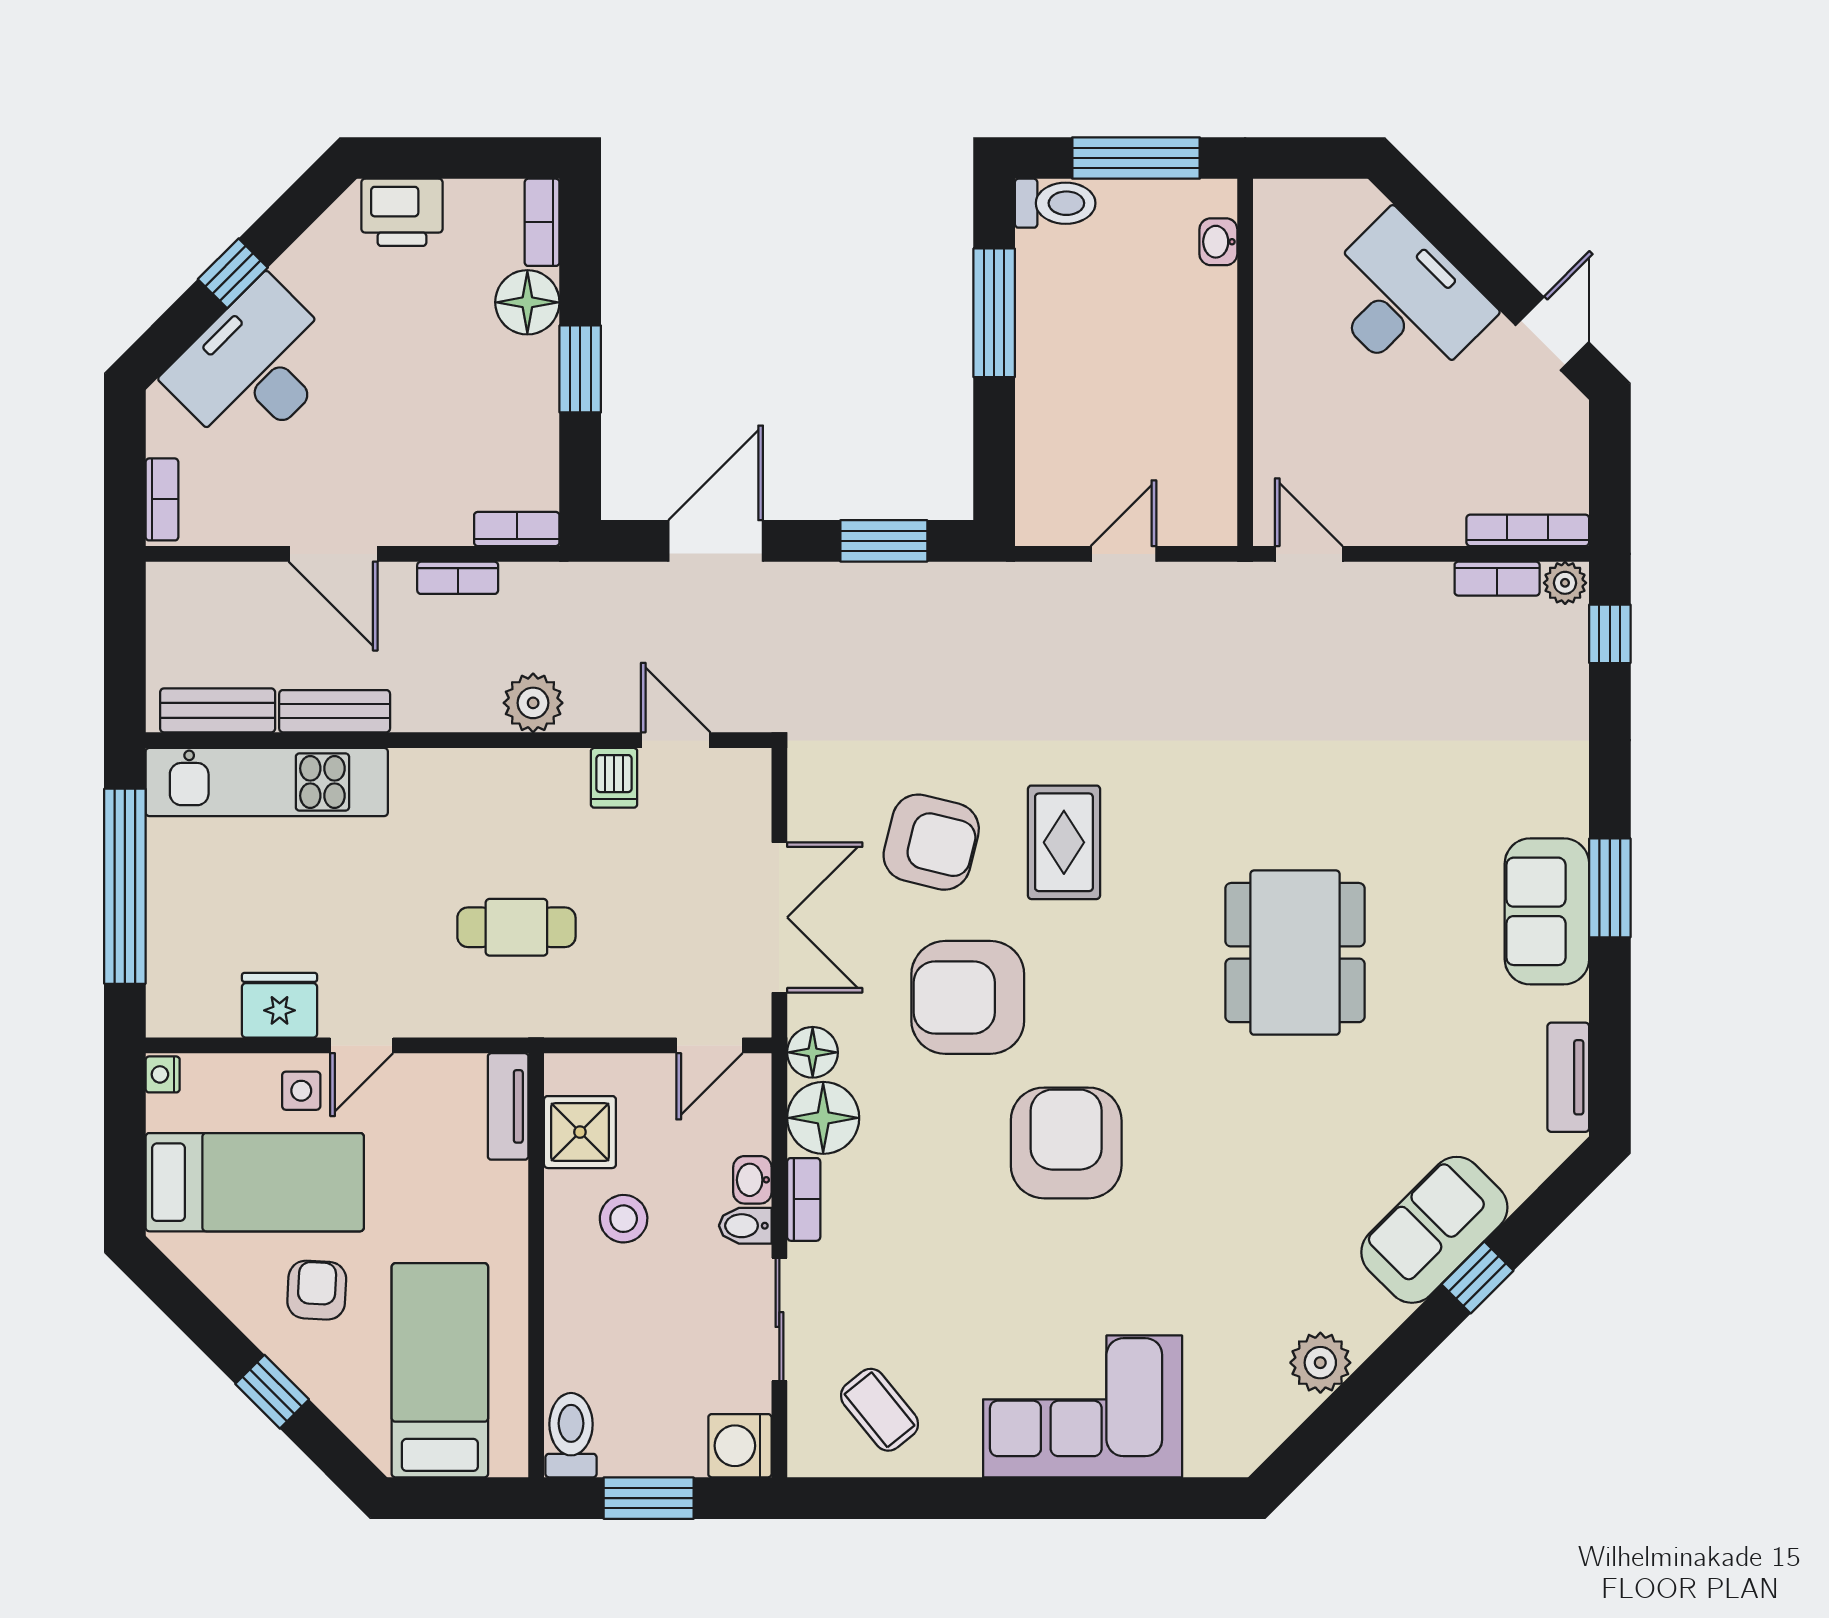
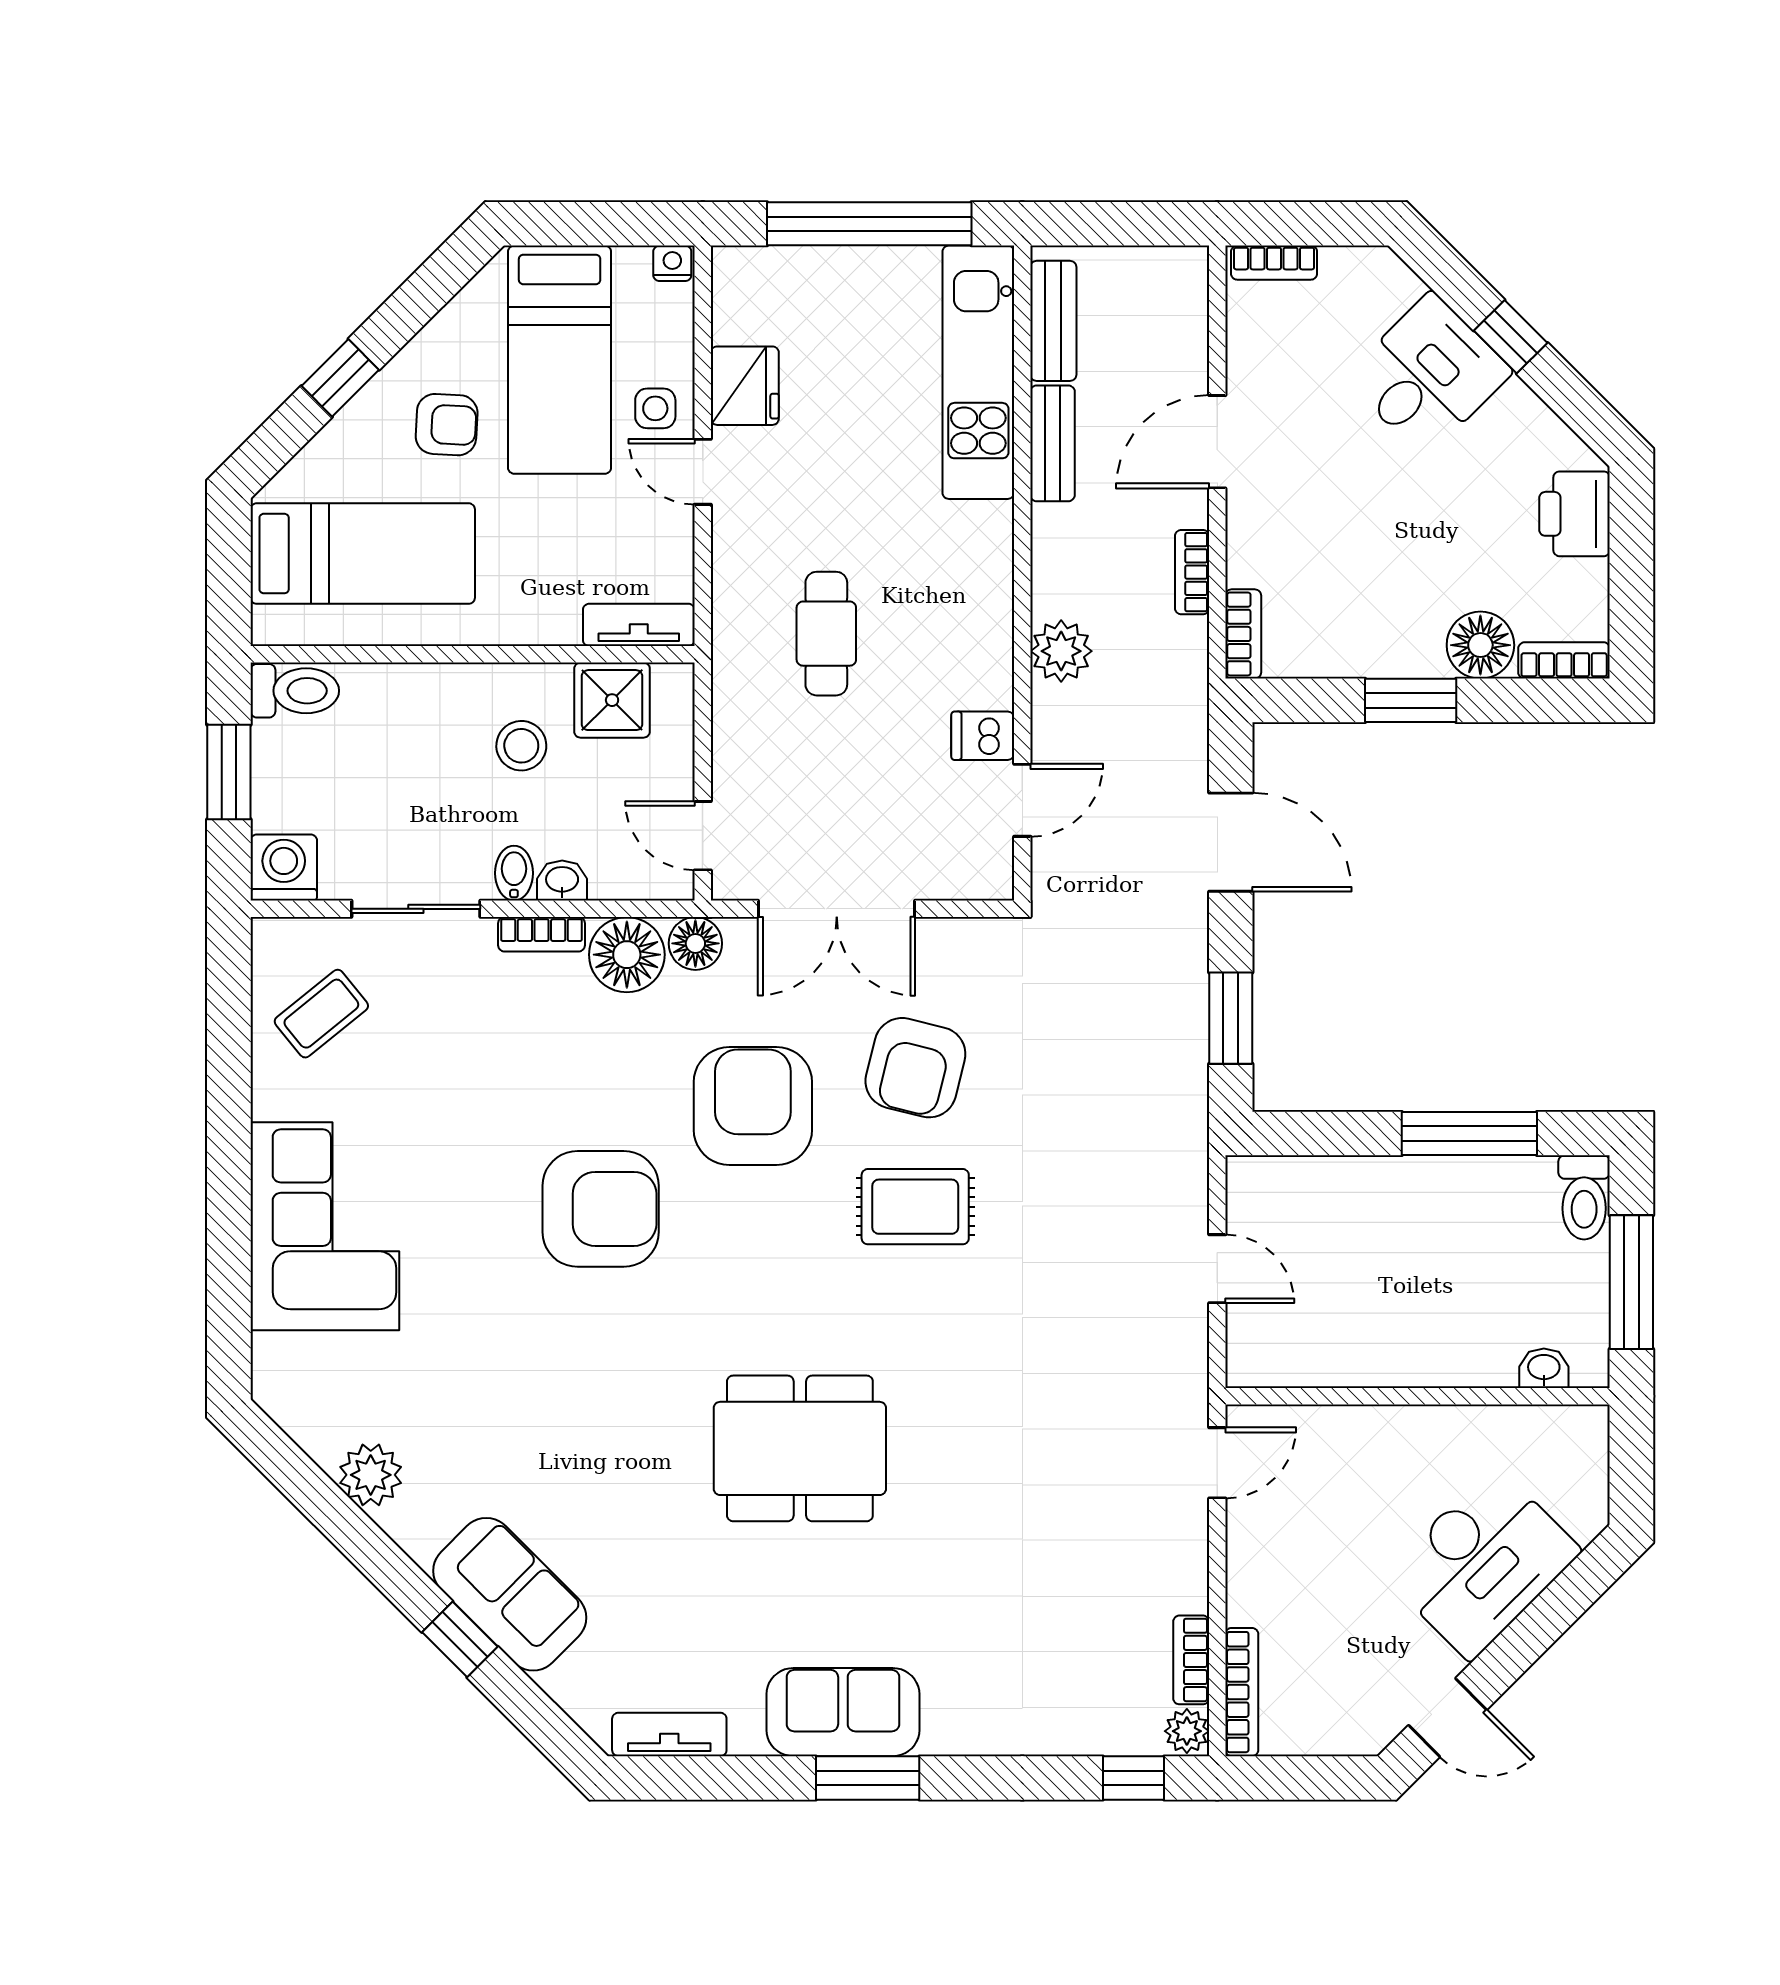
desk: (254, 367) -> (1428, 375), width x0.73

